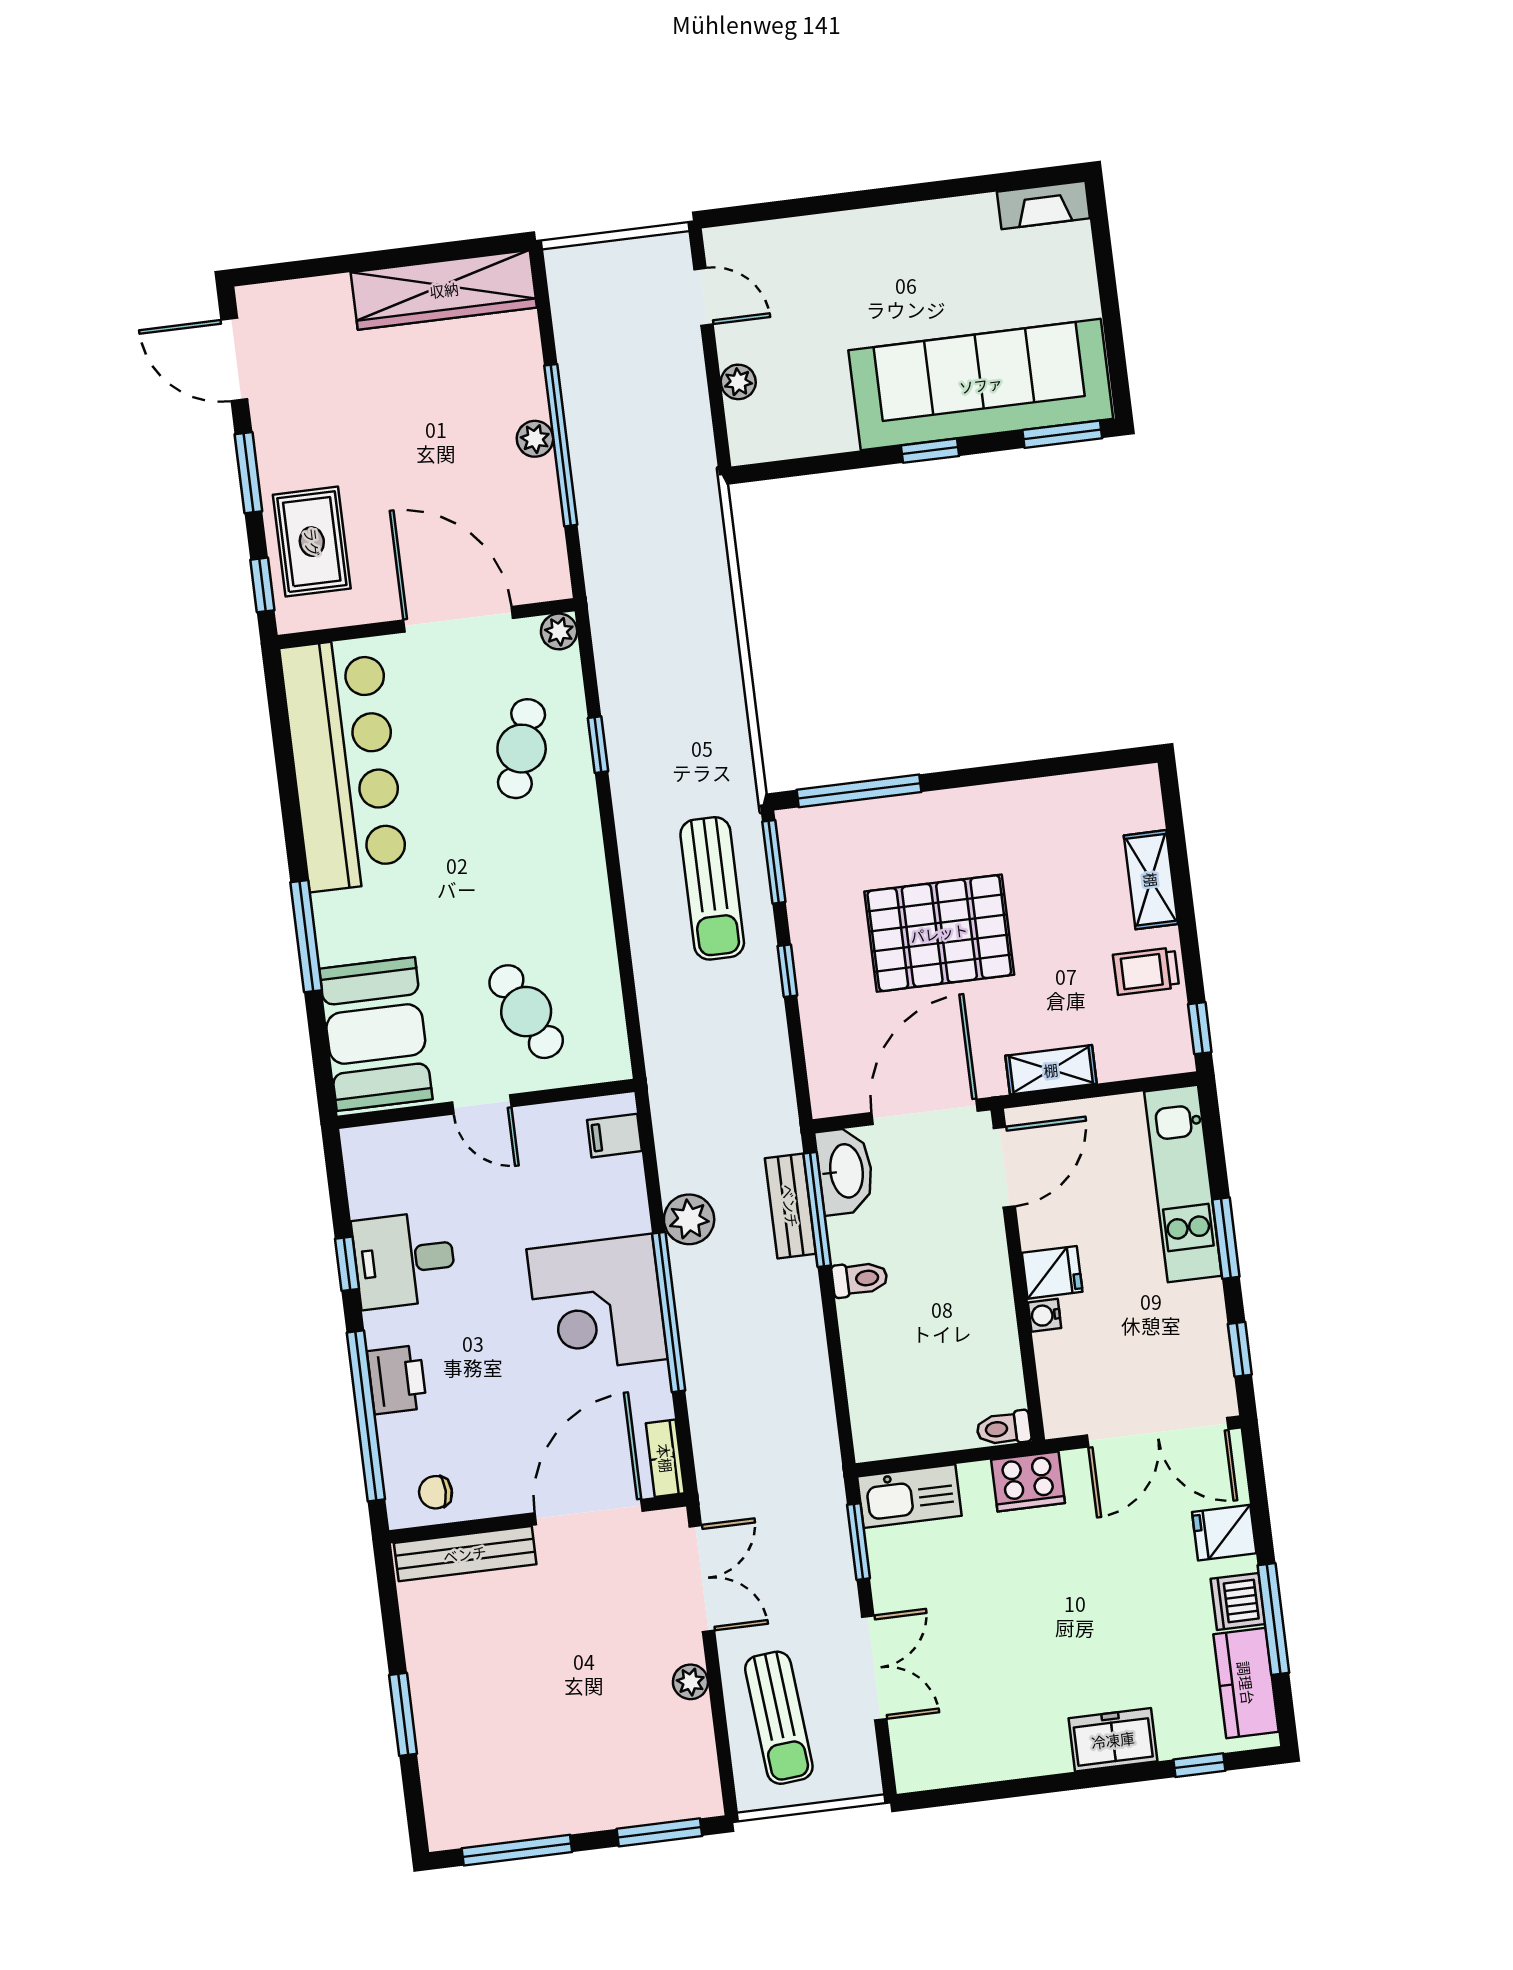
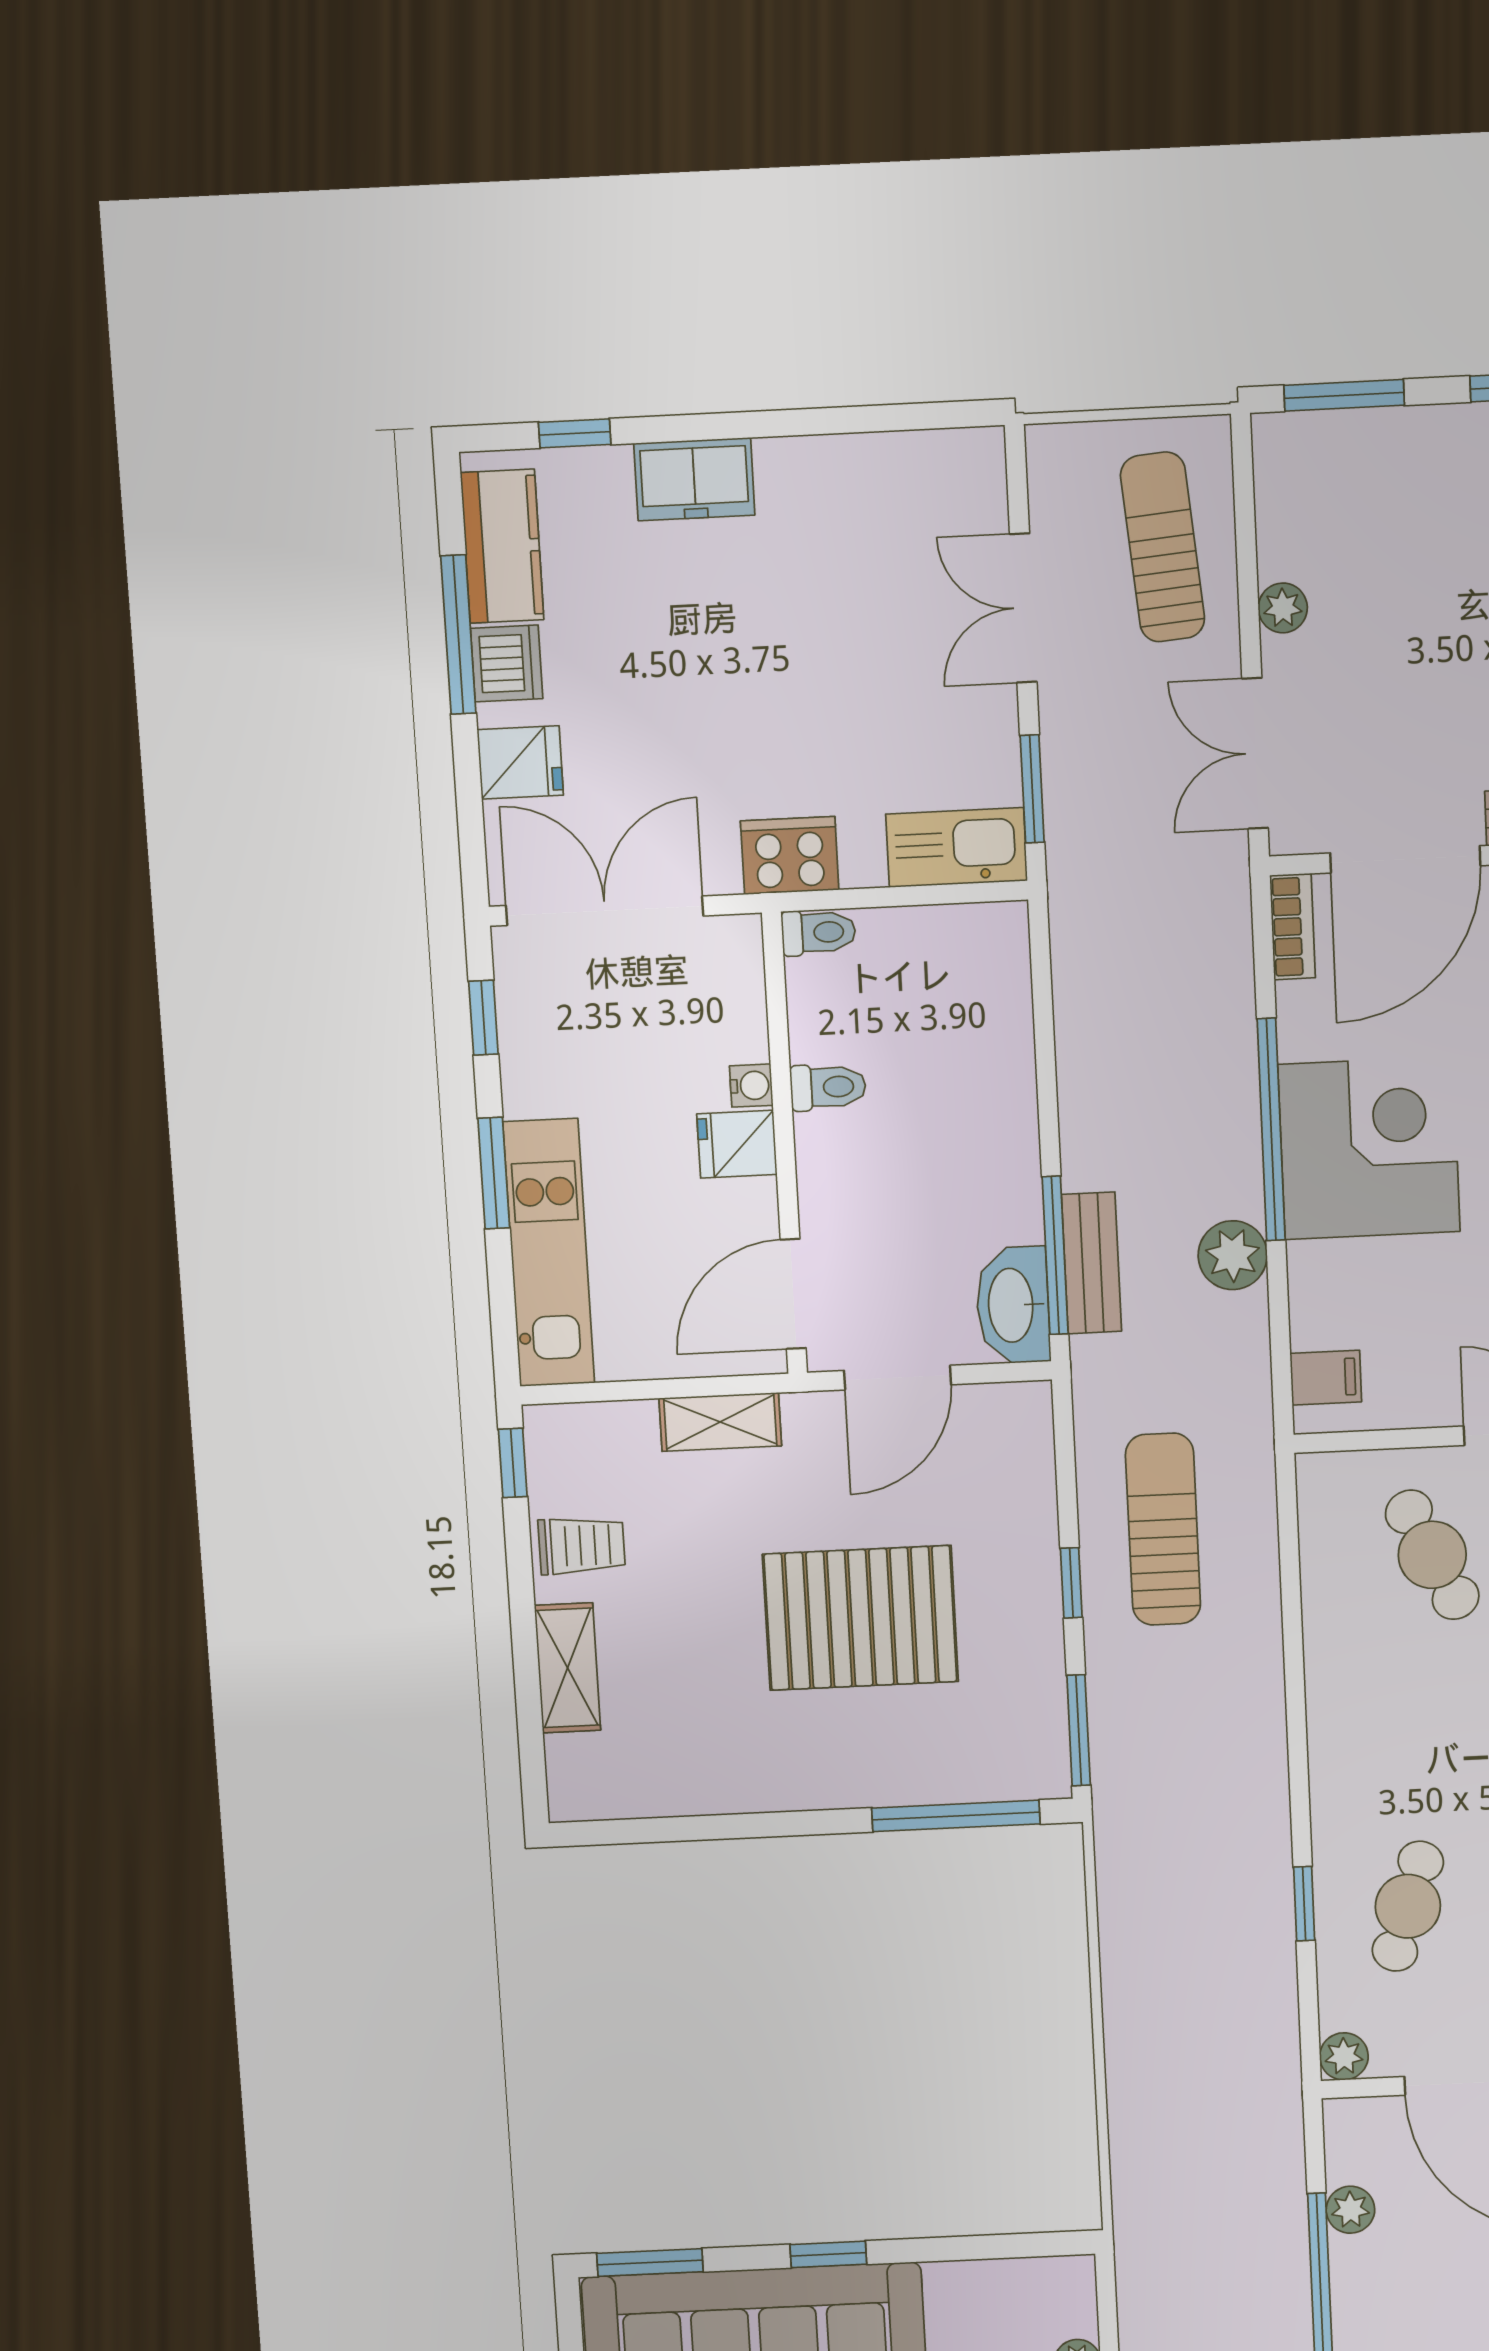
plant: (535, 439) -> (1350, 2210), moved
sun lounger: (712, 888) -> (1163, 1529), moved
door: (925, 1112) -> (898, 1378), width x0.73
toilet: (860, 1279) -> (828, 1087), moved, turned 180

